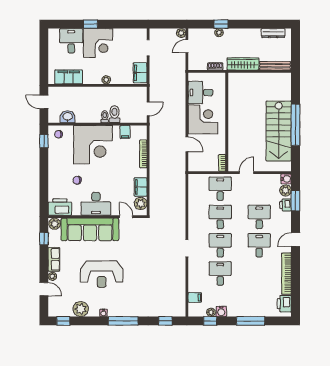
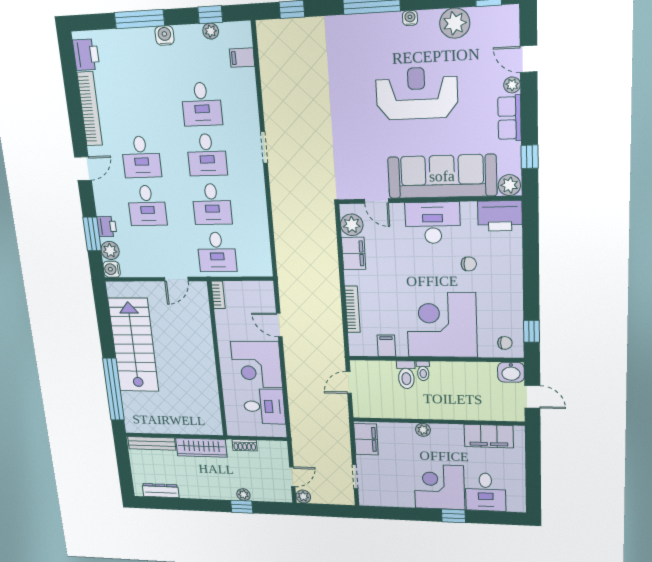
washbasin: (68, 117) -> (511, 372), moved
window: (295, 125) -> (113, 389), moved
water cooler: (221, 311) -> (165, 35), moved

